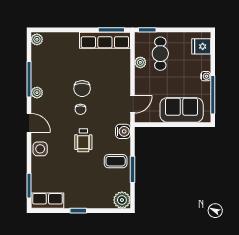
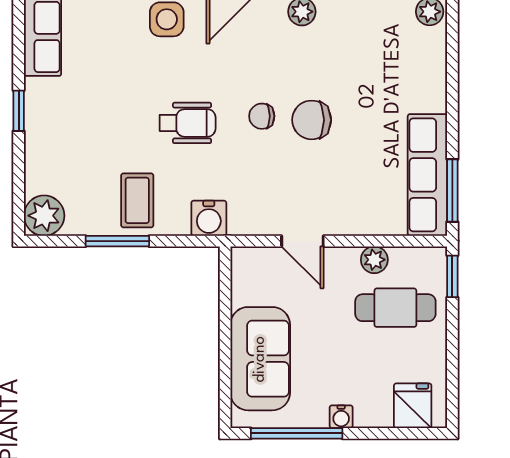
door: (133, 104) -> (303, 241), moved
wheelchair: (83, 140) -> (188, 123), turned 180

